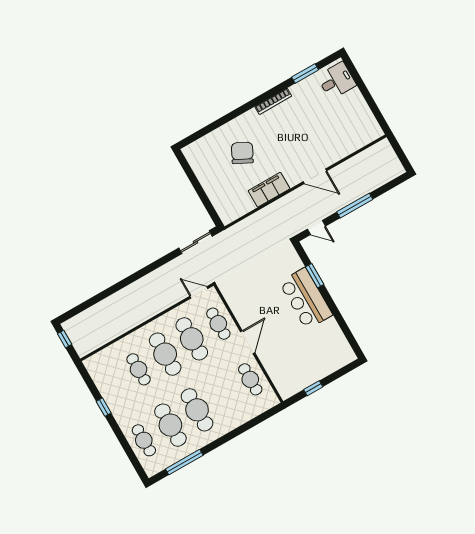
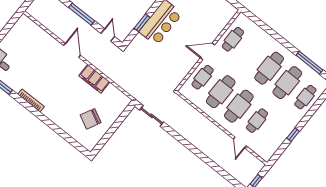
chair: (242, 153) -> (91, 119), moved
door: (199, 292) -> (240, 142), moved

